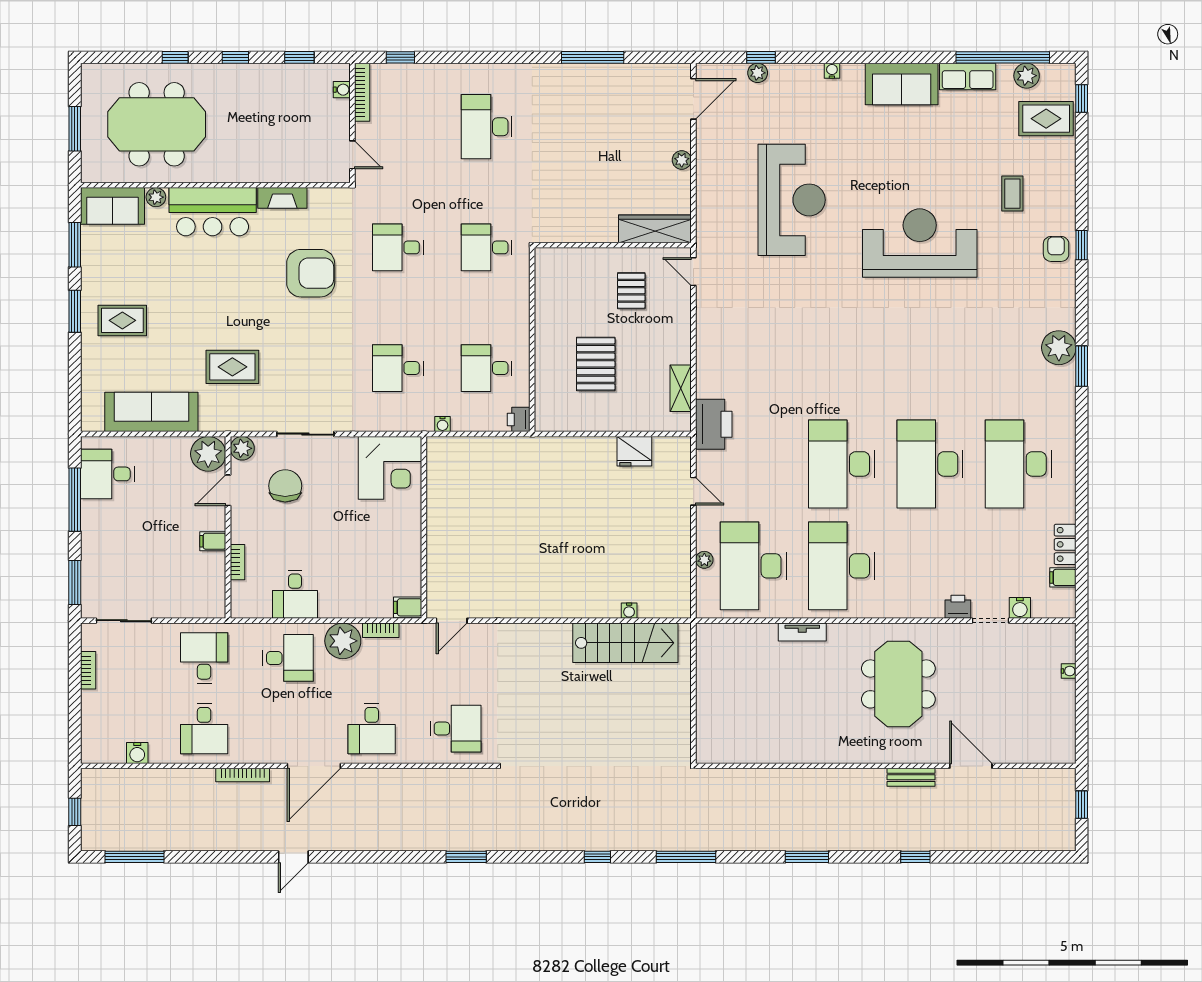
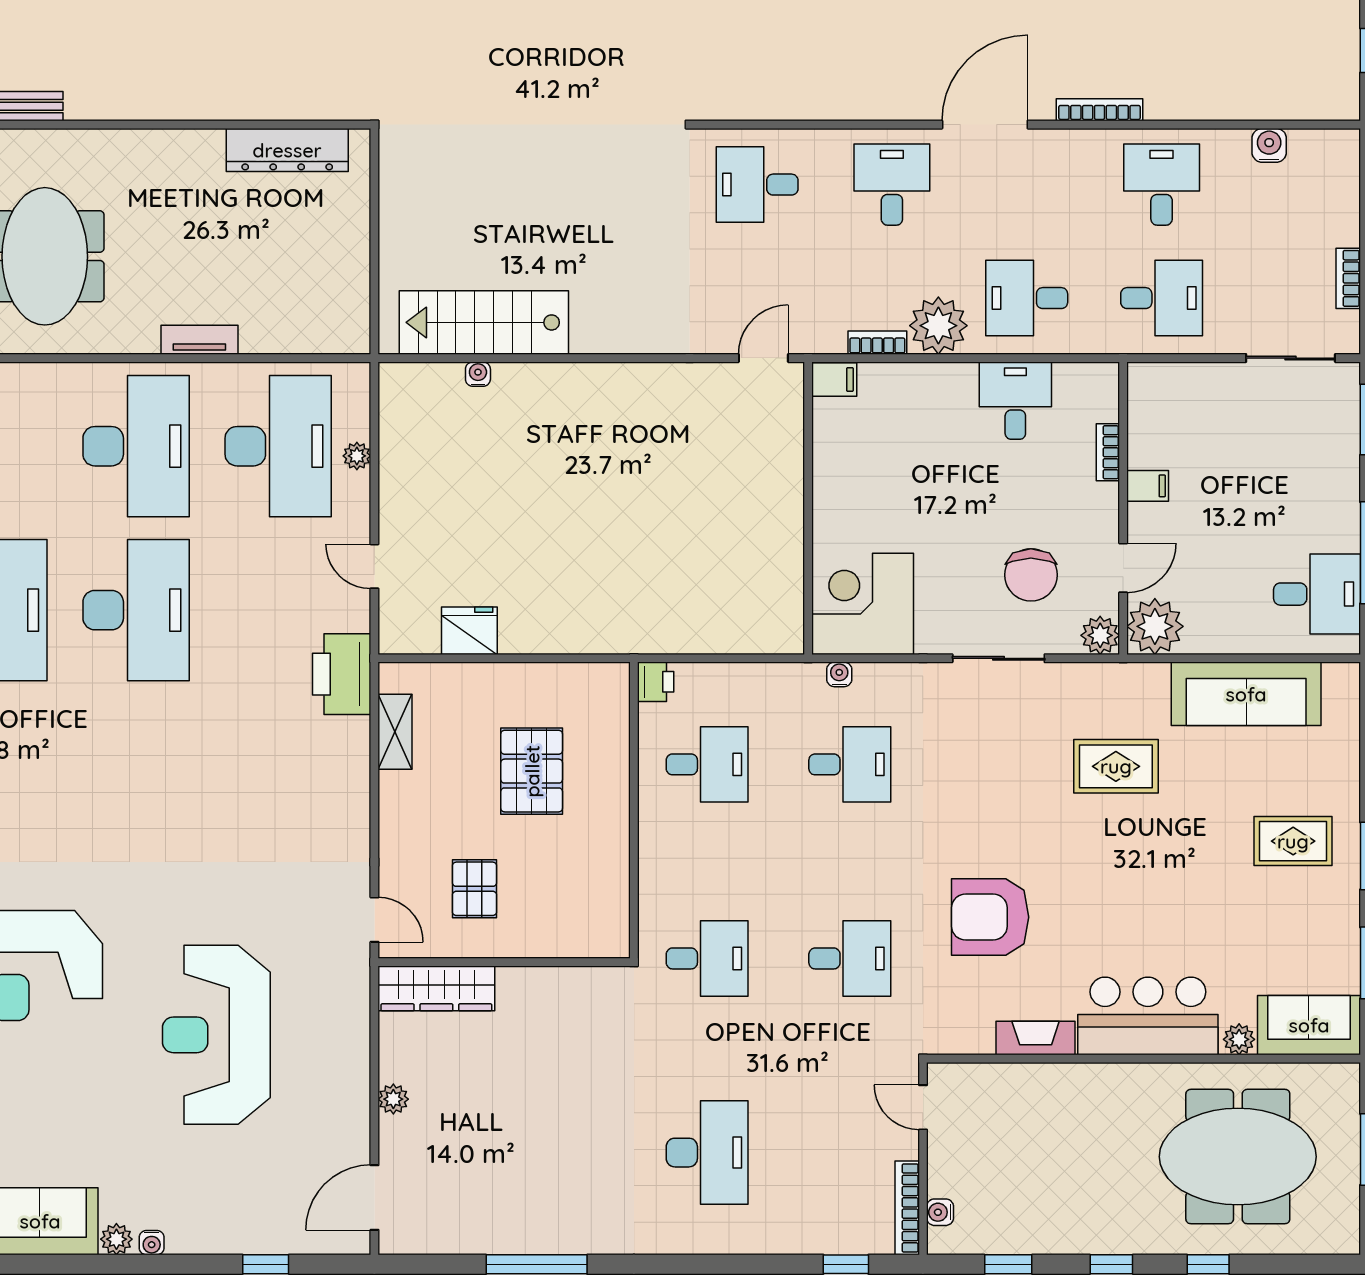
plant: (758, 73) -> (116, 1239), moved
water cooler: (443, 424) -> (839, 674), moved
desk: (204, 658) -> (1162, 298), turned -90
dresser: (748, 750) -> (287, 150), added

